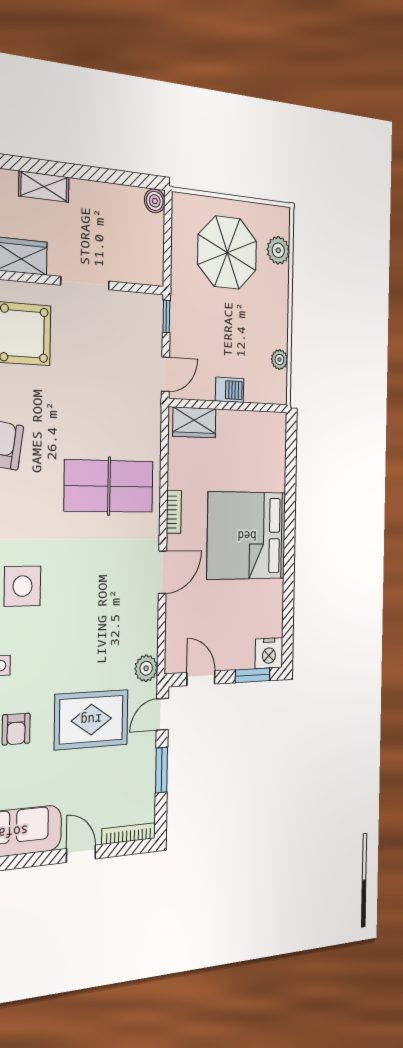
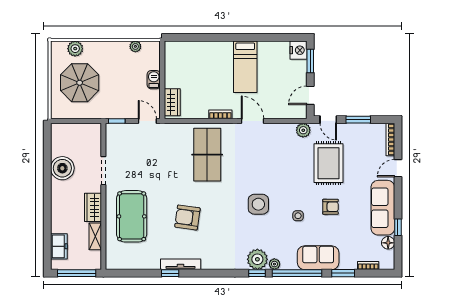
shelving: (44, 187) -> (57, 195), removed
boiler: (155, 201) -> (62, 168), moved, width x1.86, depth x1.86
bed: (247, 536) -> (245, 67), width x0.49

